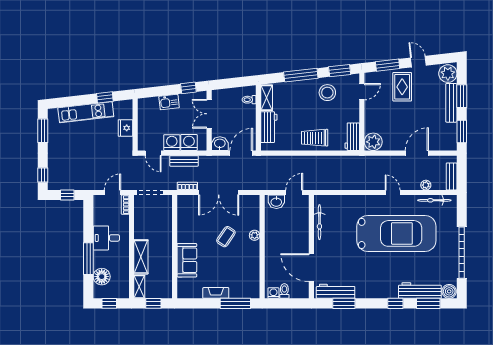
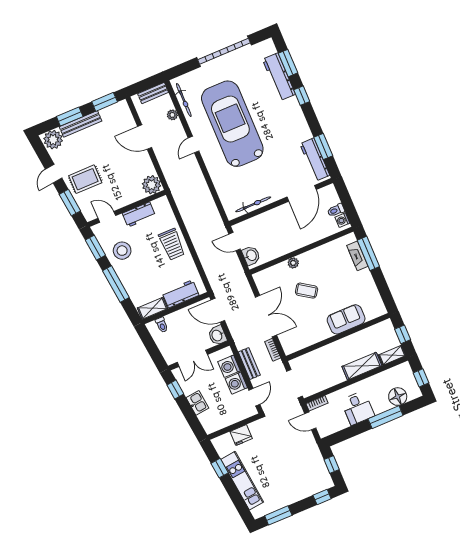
workbench: (352, 137) -> (139, 215), moved
boiler: (449, 291) -> (267, 48), removed
fireplace: (216, 293) -> (357, 256), moved

